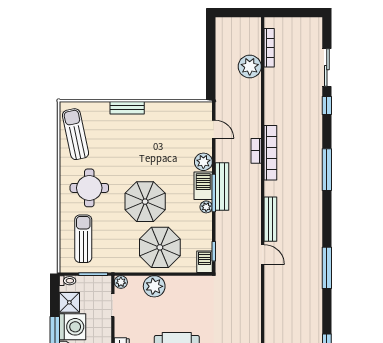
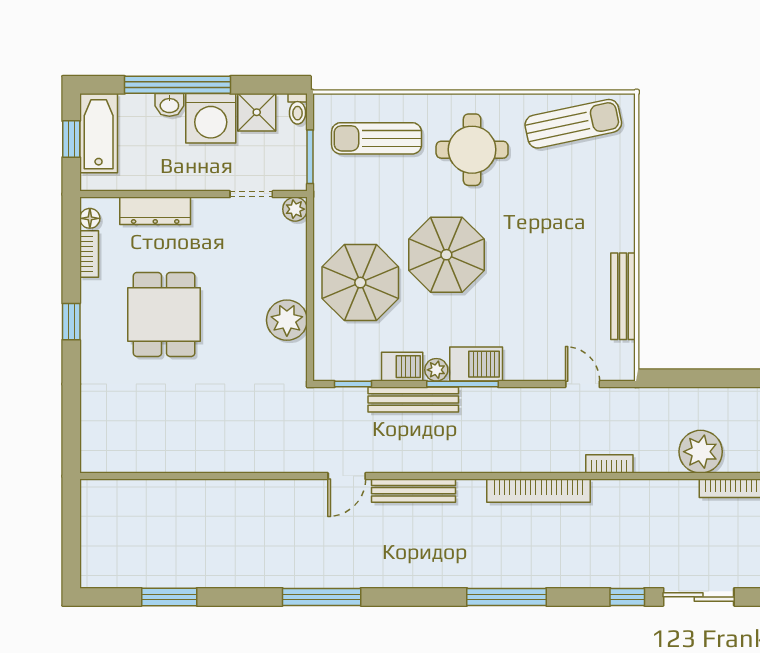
bench: (127, 108) -> (623, 296), moved, width x1.36
door: (214, 129) -> (583, 384), swing flipped
bookcase: (256, 151) -> (609, 464), moved
plant: (203, 162) -> (521, 365), removed
bench: (222, 186) -> (413, 400), moved
sun lounger: (83, 239) -> (377, 138), turned 180
barbecue: (205, 262) -> (402, 367), moved
plant: (154, 286) -> (287, 320), moved

